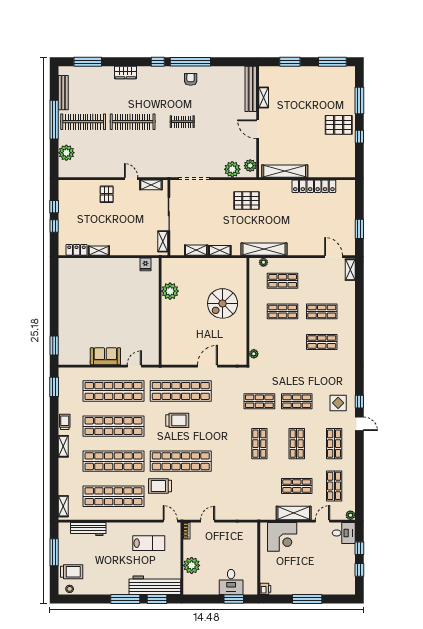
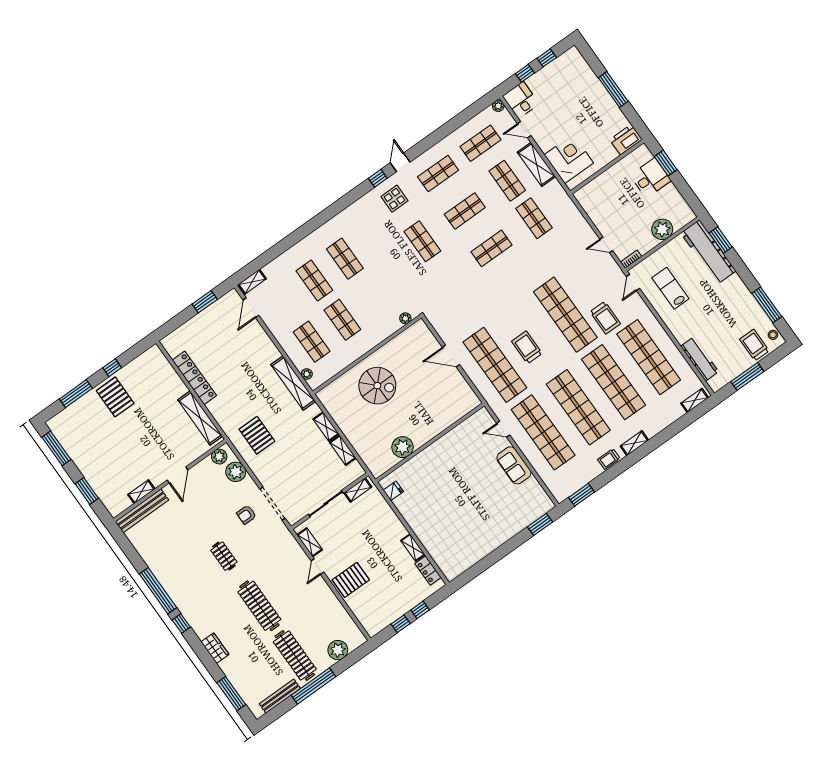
armchair: (191, 79) -> (246, 515), moved
pallet: (107, 194) -> (351, 580), width x1.50, depth x1.42
shop shelf: (259, 401) -> (534, 218), moved
printer: (265, 589) -> (626, 140), width x1.87, depth x1.48
window: (125, 599) -> (767, 305), moved

